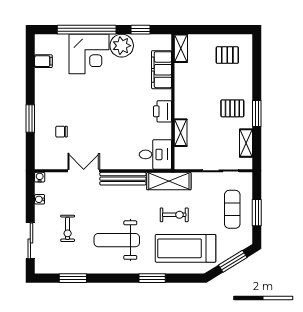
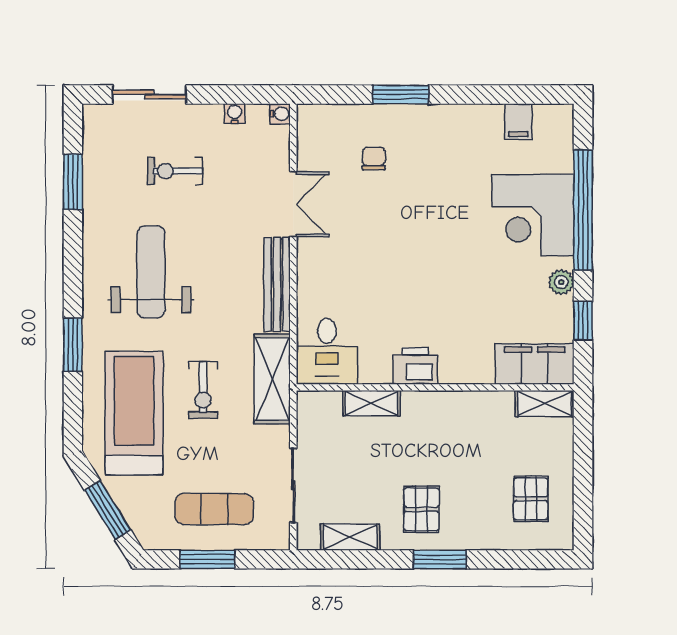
plant: (122, 46) -> (561, 282), width x0.53, depth x0.53
filing cabinet: (162, 70) -> (535, 364), moved
window: (257, 113) -> (440, 559), moved

